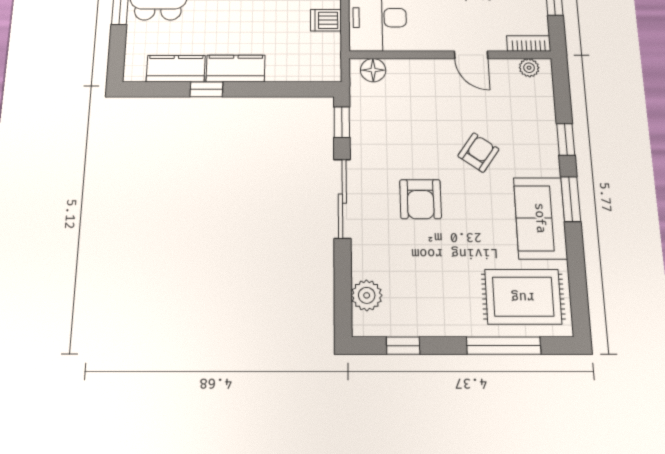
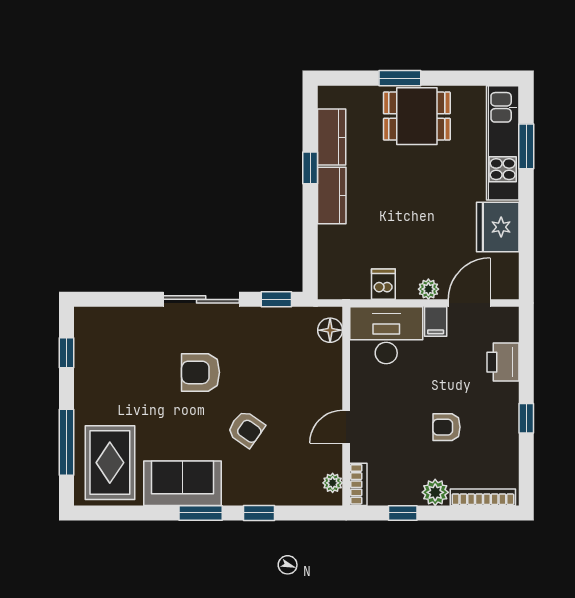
plant: (367, 295) -> (111, 321), removed

